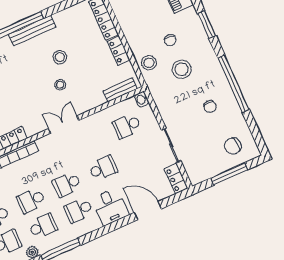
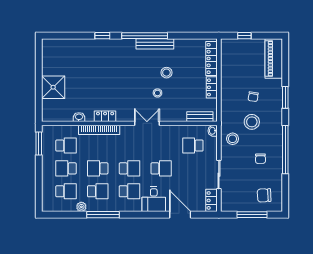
stool: (149, 63) -> (233, 139), moved
school desk: (67, 184) -> (129, 168), turned 180
school desk: (79, 210) -> (129, 191), turned 180

